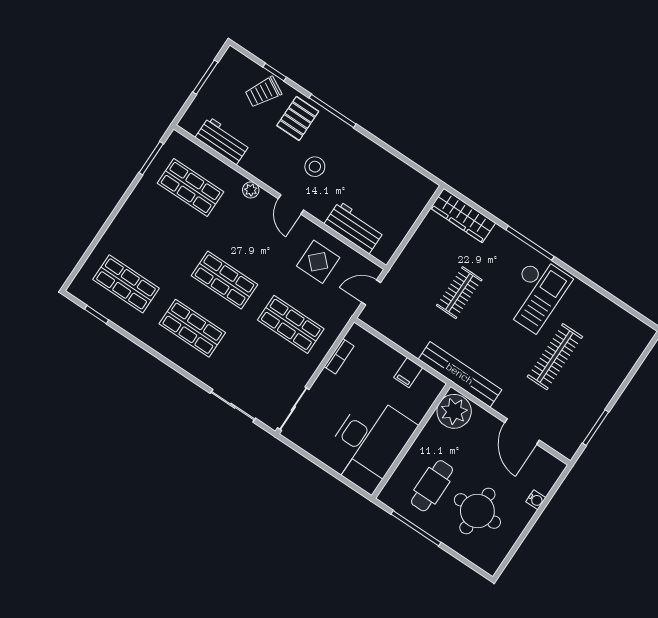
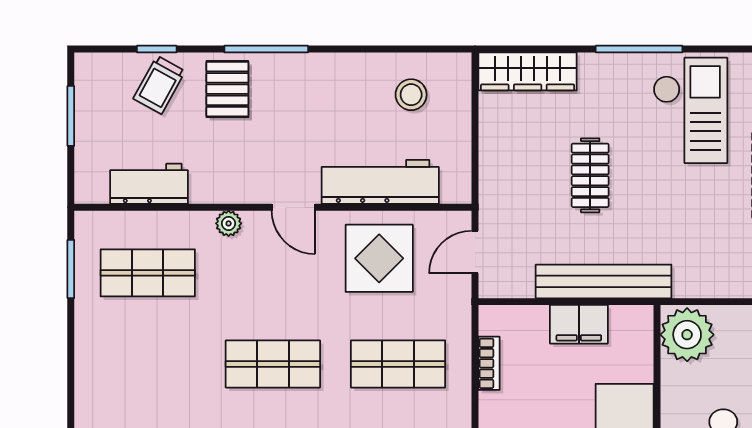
stool: (315, 167) -> (411, 95), moved
workbench: (354, 227) -> (380, 182), width x1.38
display table: (318, 262) -> (379, 258), width x1.36, depth x1.36
filing cabinet: (408, 373) -> (579, 324), width x2.00
bench: (460, 374) -> (604, 281), moved

